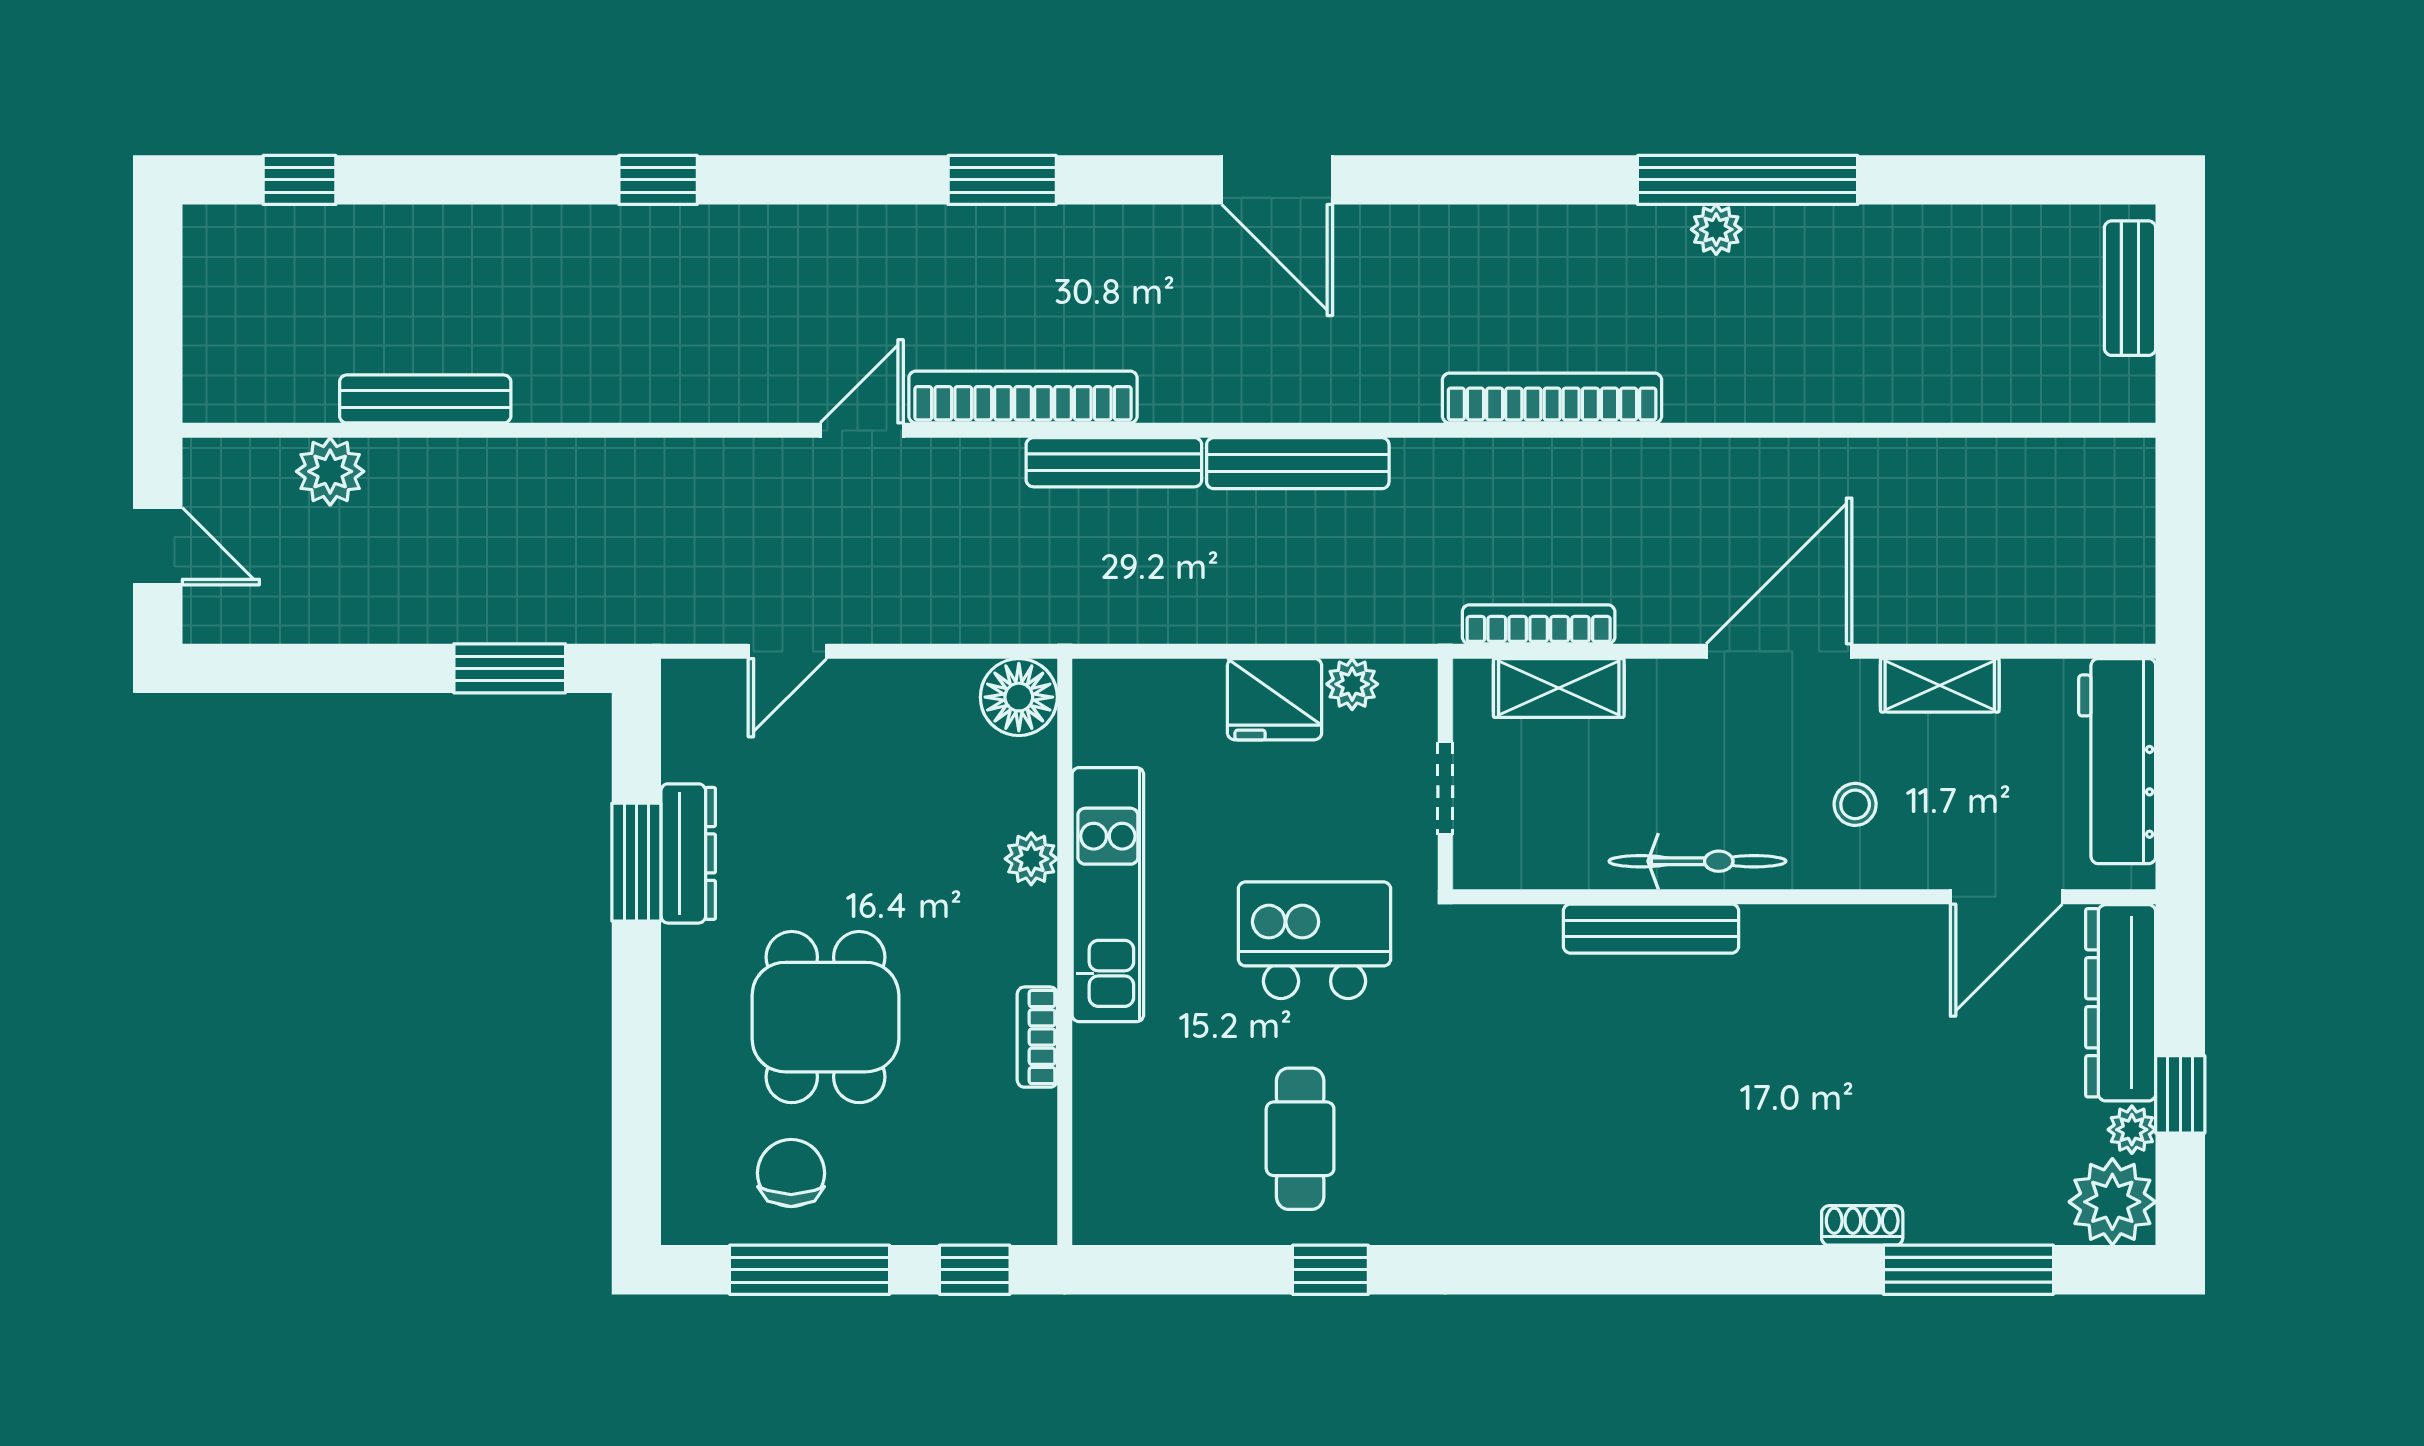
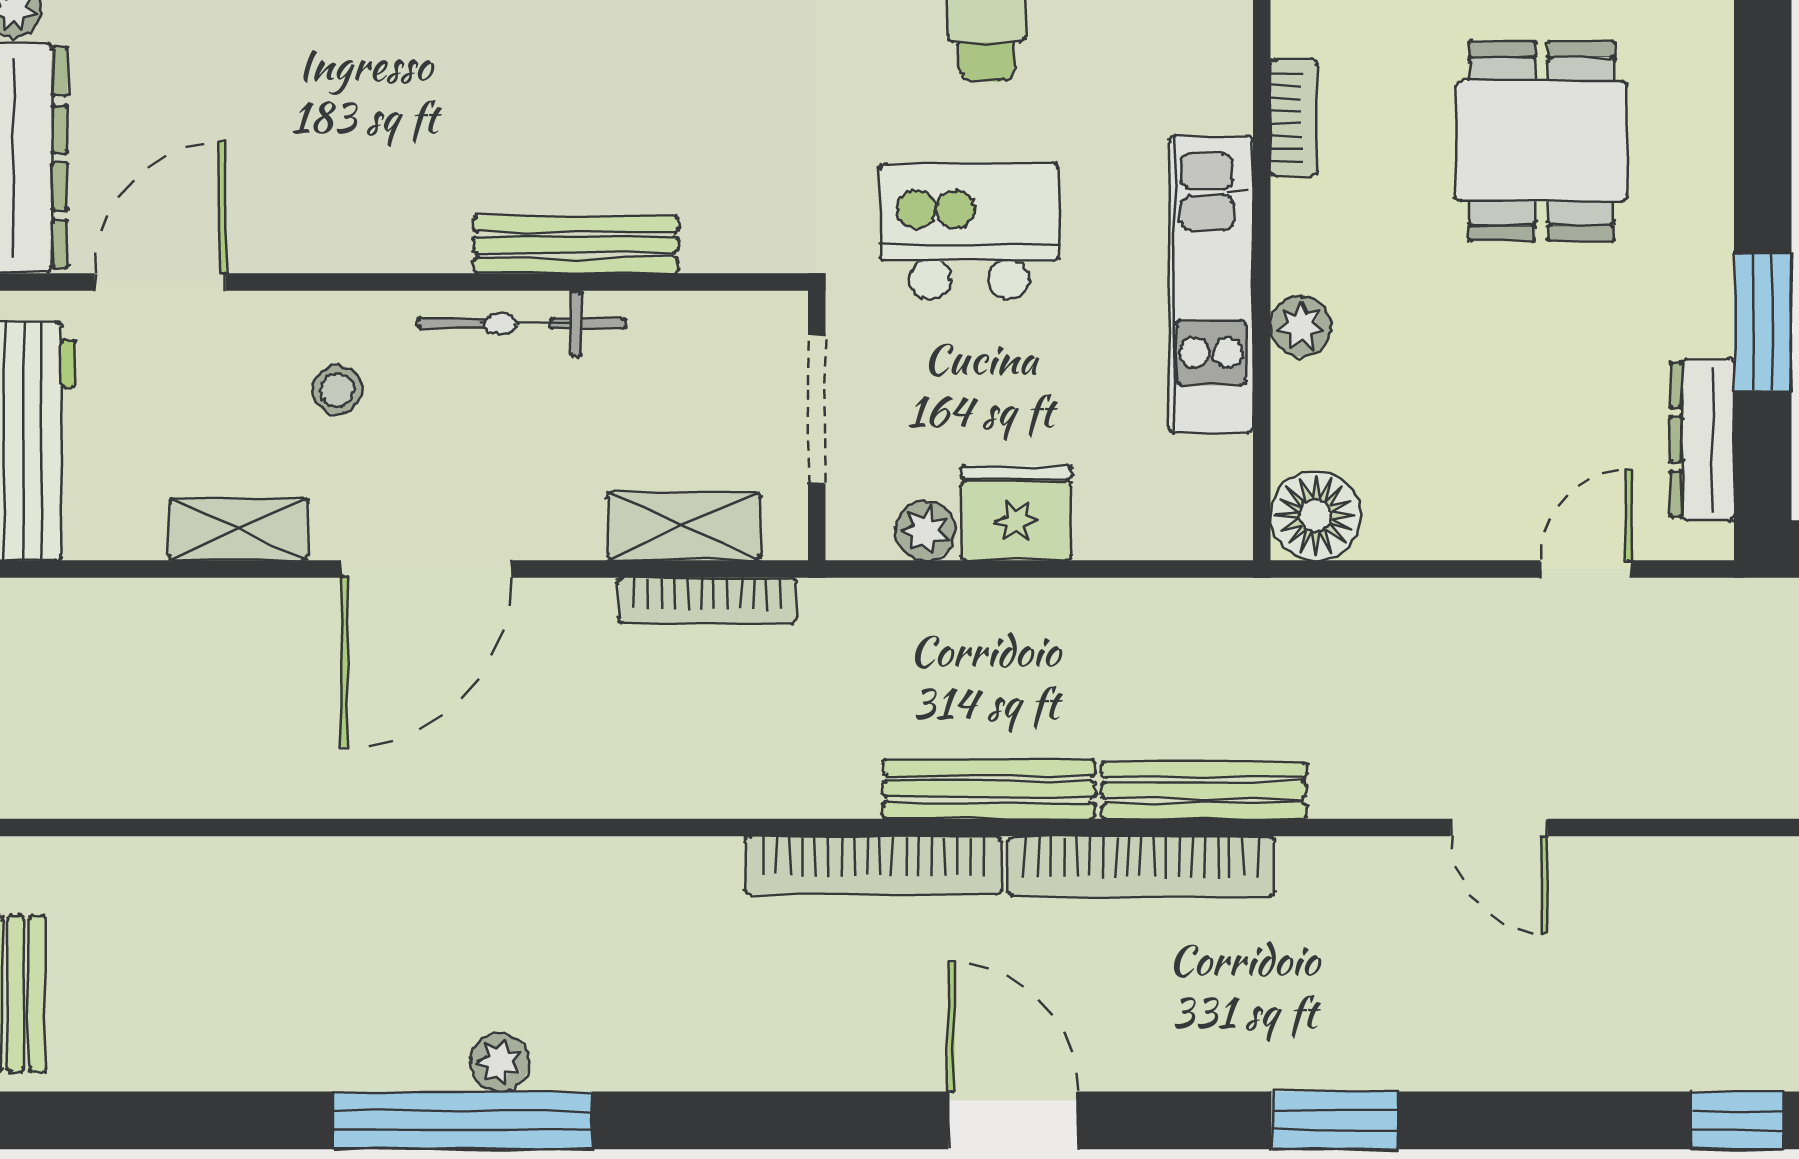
bookcase: (1023, 397) -> (1141, 866), moved
bookcase: (1552, 398) -> (873, 865), moved
door: (862, 430) -> (1499, 828), hinge flipped
doorway: (1445, 788) -> (817, 409), width x1.38
dresser: (688, 853) -> (1702, 439), moved
kitchen island: (1315, 940) -> (969, 231), turned 180

